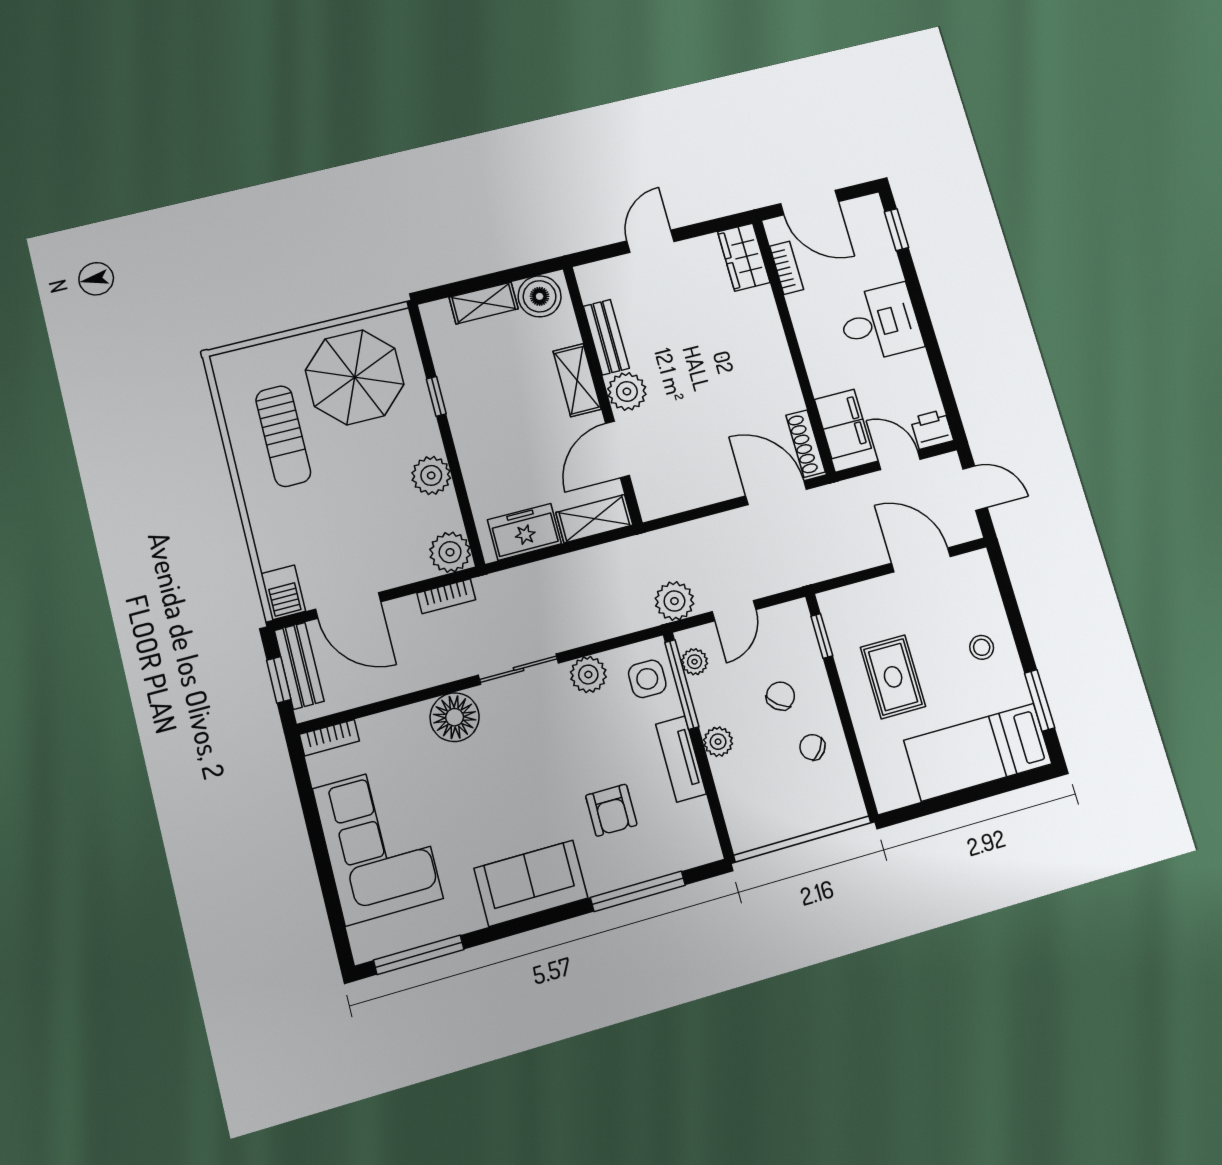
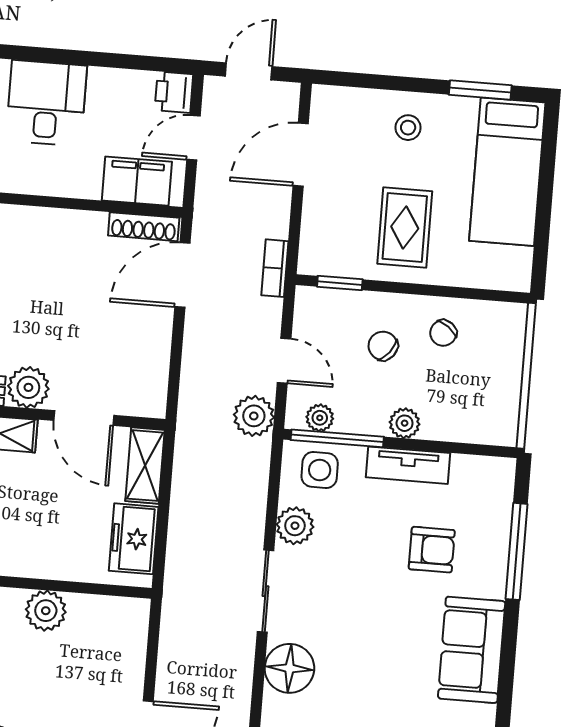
plant: (450, 552) -> (128, 618), removed
bookcase: (446, 596) -> (275, 268), moved, turned 180
rug: (893, 677) -> (405, 227), turned 90

